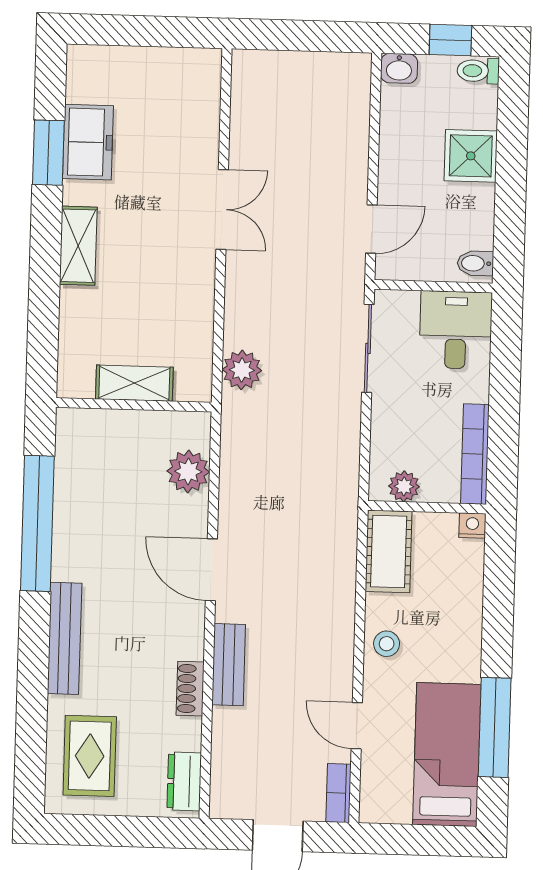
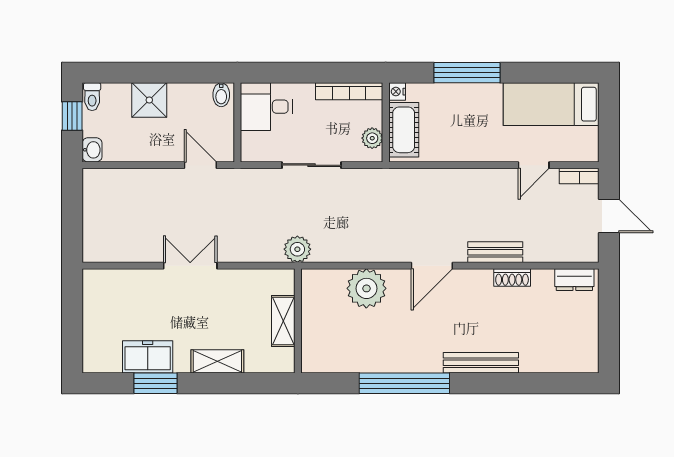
sliding door: (368, 348) -> (312, 165), moved
shelving: (134, 383) -> (283, 321), moved
wall: (134, 405) -> (298, 321), moved
plant: (188, 471) -> (366, 288), width x1.36, depth x1.36
cot: (389, 551) -> (404, 130), moved, turned 90
stool: (387, 644) -> (478, 147), removed
window: (495, 727) -> (467, 73), moved
rug: (90, 756) -> (559, 344), removed

